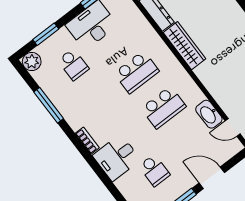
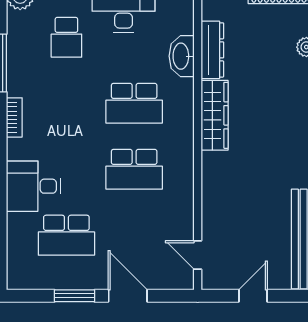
washbasin: (209, 114) -> (182, 56), moved
bookcase: (87, 141) -> (14, 117), moved
school desk: (154, 170) -> (66, 235), width x1.85

